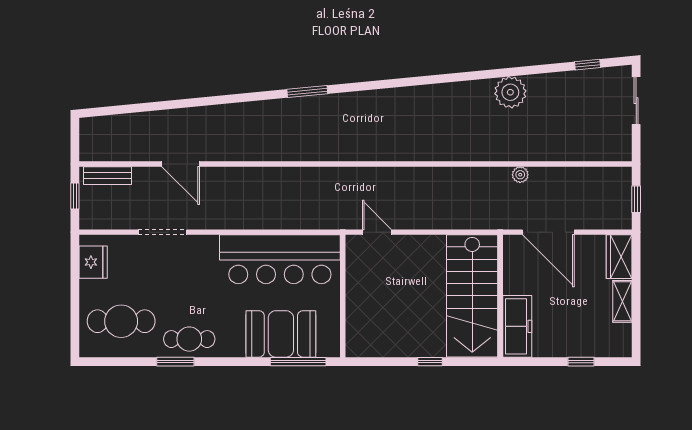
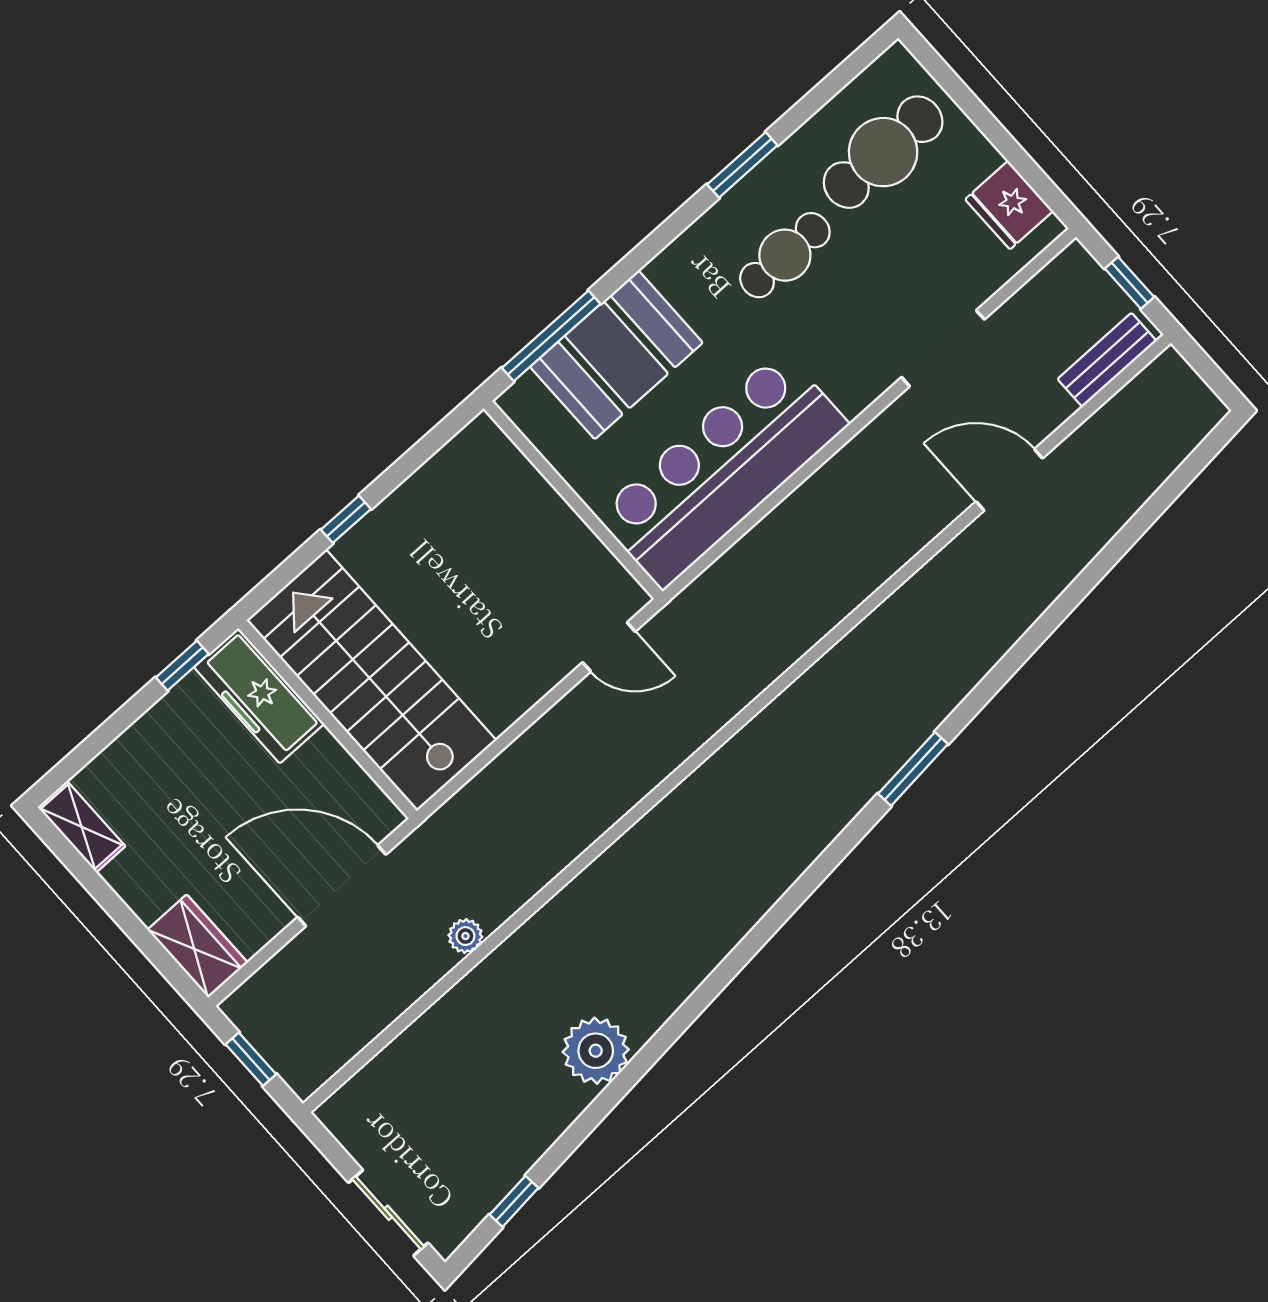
shelving: (622, 301) -> (81, 827), moved
cafe table: (189, 339) -> (785, 255), moved
window: (581, 362) -> (182, 666), moved

